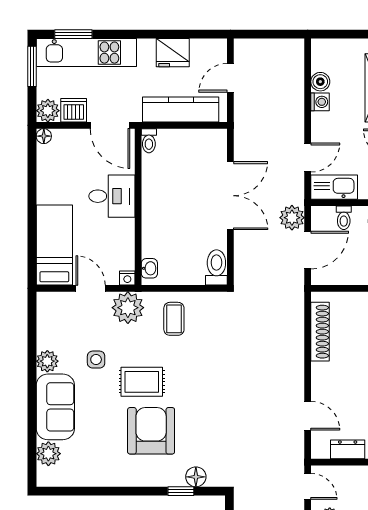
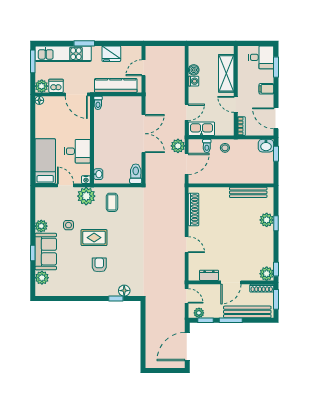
window: (73, 34) -> (84, 43), moved
desk: (112, 196) -> (77, 151), moved
window: (32, 410) -> (33, 253), added
door: (308, 416) -> (187, 245), moved
armchair: (151, 431) -> (99, 265), width x0.53, depth x0.53

